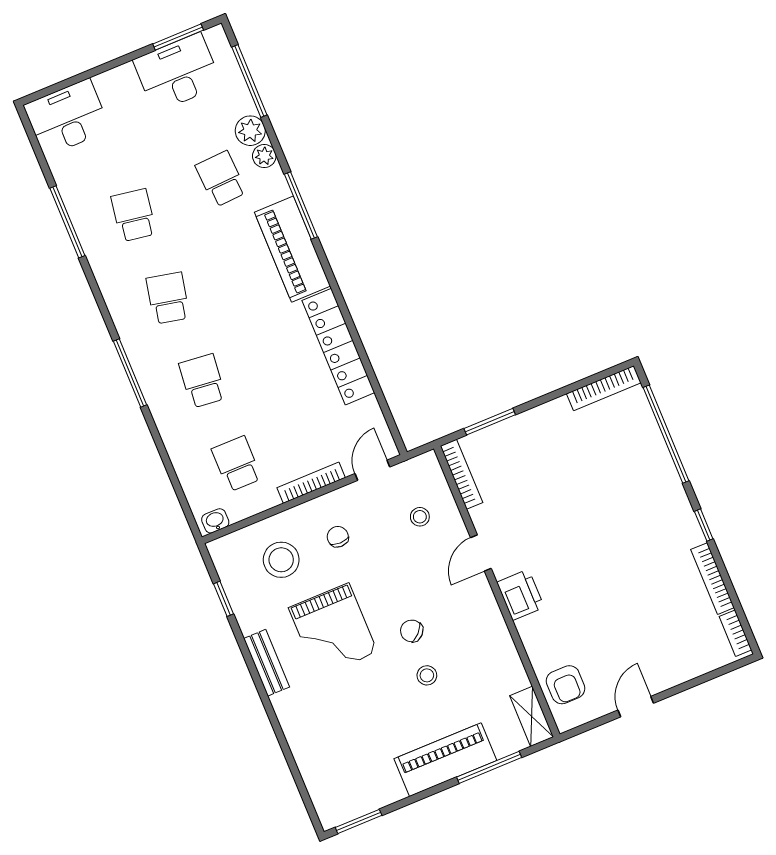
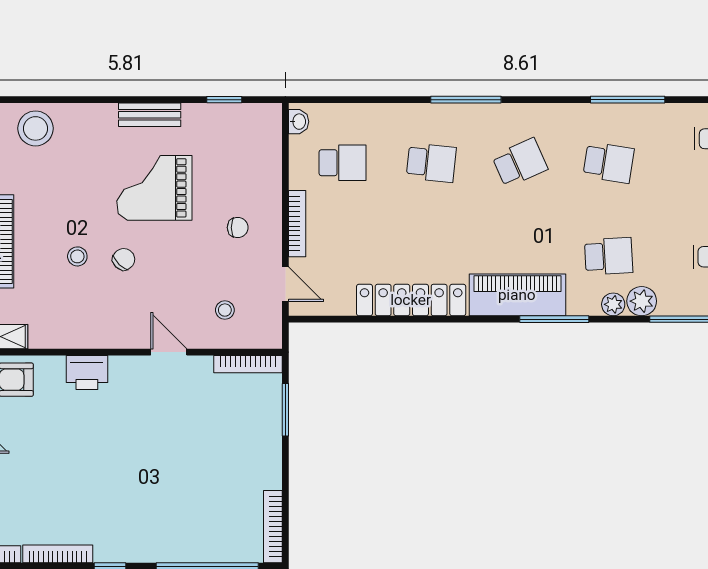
school desk: (168, 298) -> (520, 163), turned -36
stool: (281, 560) -> (36, 128), moved
printer: (521, 595) -> (87, 372), moved

